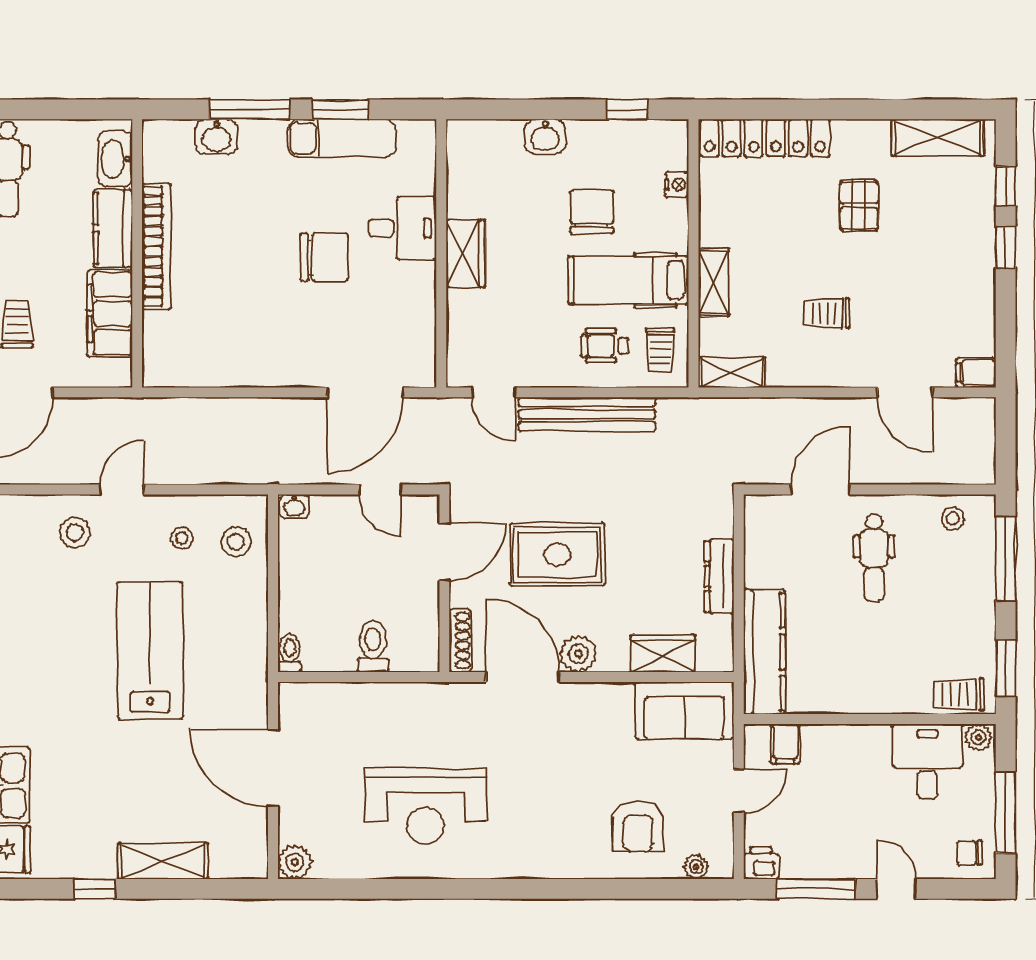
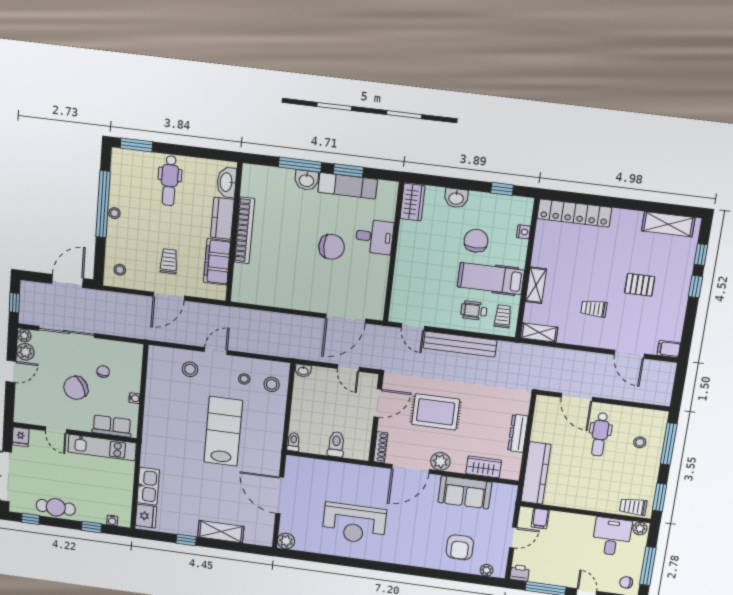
washbasin: (216, 137) -> (306, 180), moved
pallet: (859, 206) -> (640, 285), moved, turned 90
wardrobe: (466, 254) -> (413, 202), moved
trolley: (660, 350) -> (503, 316), turned 180
door: (820, 489) -> (577, 397), swing flipped
stool: (953, 519) -> (640, 442), moved
door: (523, 677) -> (411, 469), swing flipped
sofa: (685, 710) -> (465, 492), moved

